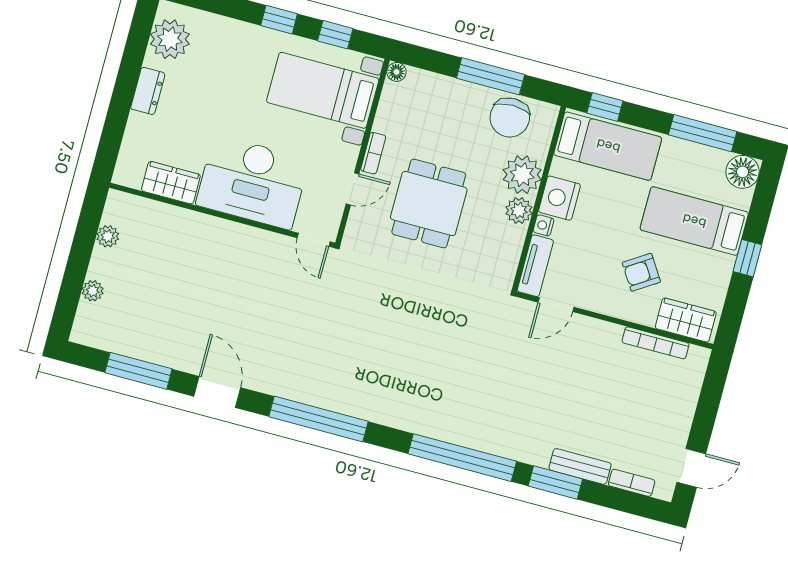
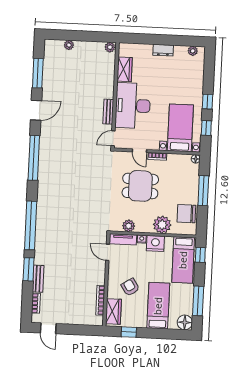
plant: (170, 39) -> (193, 51), width x0.53, depth x0.53
window: (491, 76) -> (203, 191), moved
plant: (519, 210) -> (129, 226), moved
plant: (108, 236) -> (110, 47), moved
bench: (254, 237) -> (108, 112), added
window: (747, 258) -> (129, 332), moved

